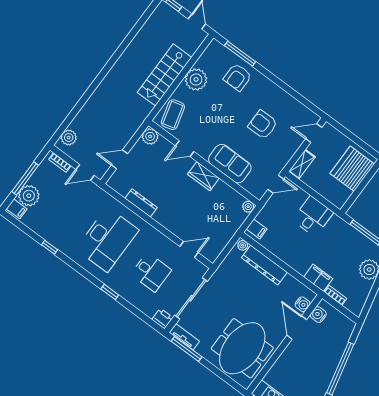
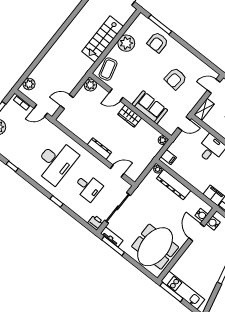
armchair: (263, 125) -> (176, 79), turned -84
dresser: (141, 203) -> (99, 149), moved

